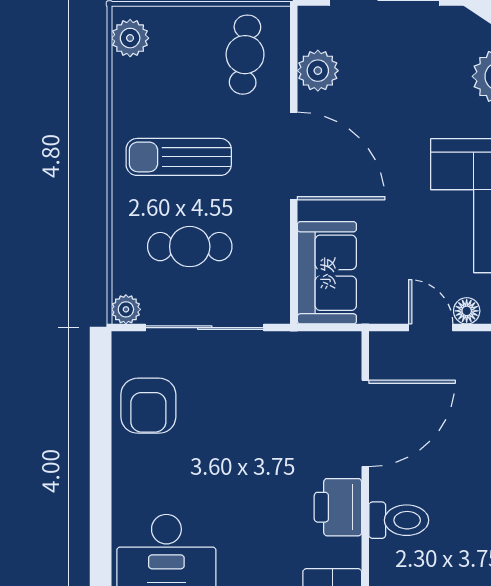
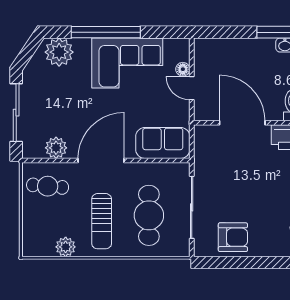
plant: (130, 38) -> (66, 247), moved
cafe table: (190, 247) -> (149, 215), width x1.37, depth x1.35
plant: (126, 309) -> (182, 249), removed
door: (431, 328) -> (192, 88), hinge flipped

